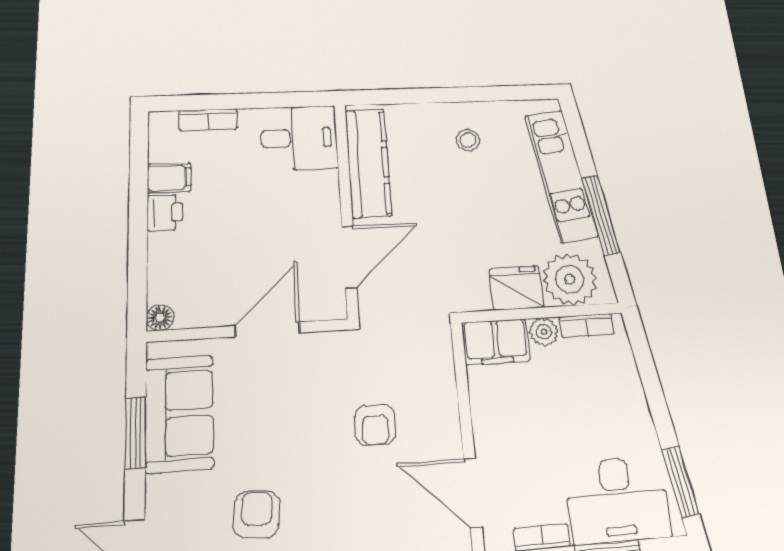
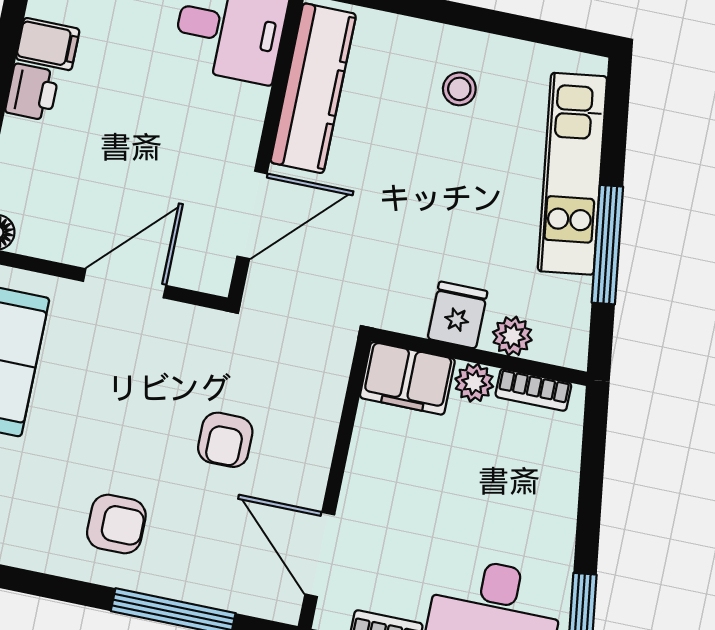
plant: (570, 279) -> (512, 336), width x0.53, depth x0.53
fridge: (516, 288) -> (458, 315), width x0.72
armchair: (256, 514) -> (116, 524), moved, turned 85

